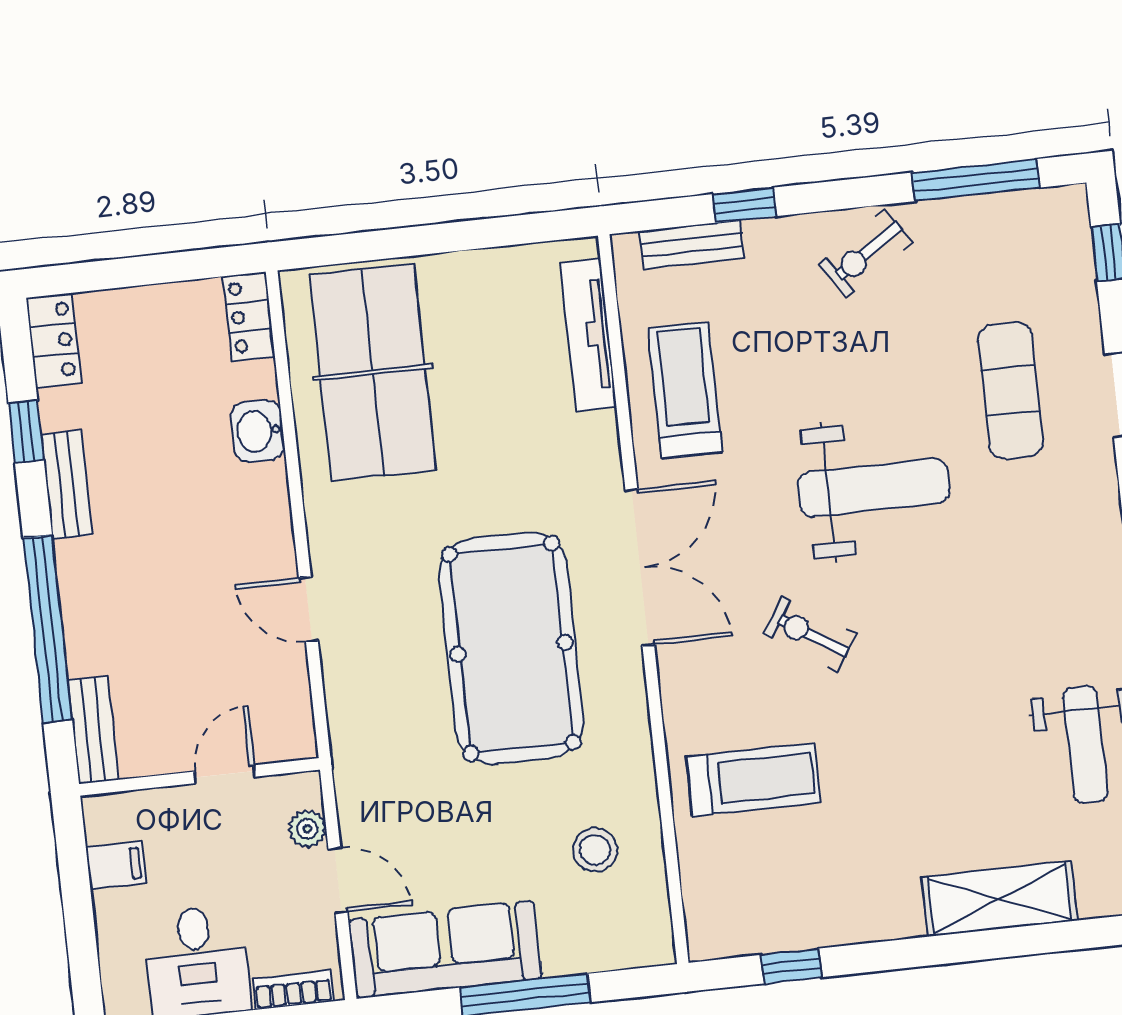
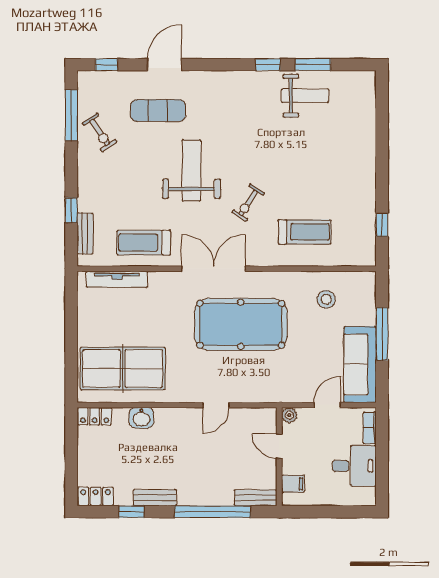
exercise bike: (866, 253) -> (100, 133), moved
treadmill: (754, 780) -> (305, 232), turned 90
plant: (307, 829) -> (289, 415), moved
filing cabinet: (116, 865) -> (293, 484), moved, turned 90
shelving: (999, 899) -> (364, 137), removed

